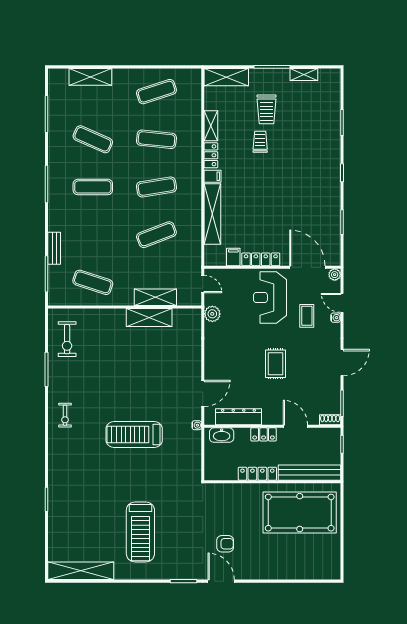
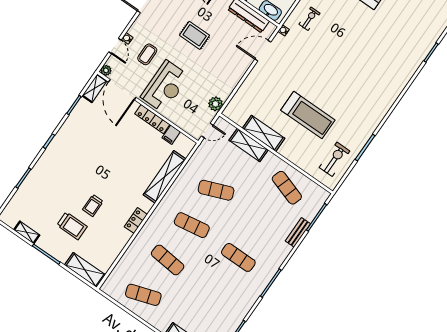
trolley: (266, 109) -> (72, 226), turned 90
shelving: (211, 126) -> (95, 88), moved
exercise mat: (93, 139) -> (214, 292), removed
filing cabinet: (212, 176) -> (145, 204), removed
door: (203, 284) -> (207, 131), swing flipped
rug: (276, 364) -> (195, 35), turned 90
exercise bike: (65, 415) -> (310, 19), moved
treadmill: (134, 435) -> (308, 115), moved

